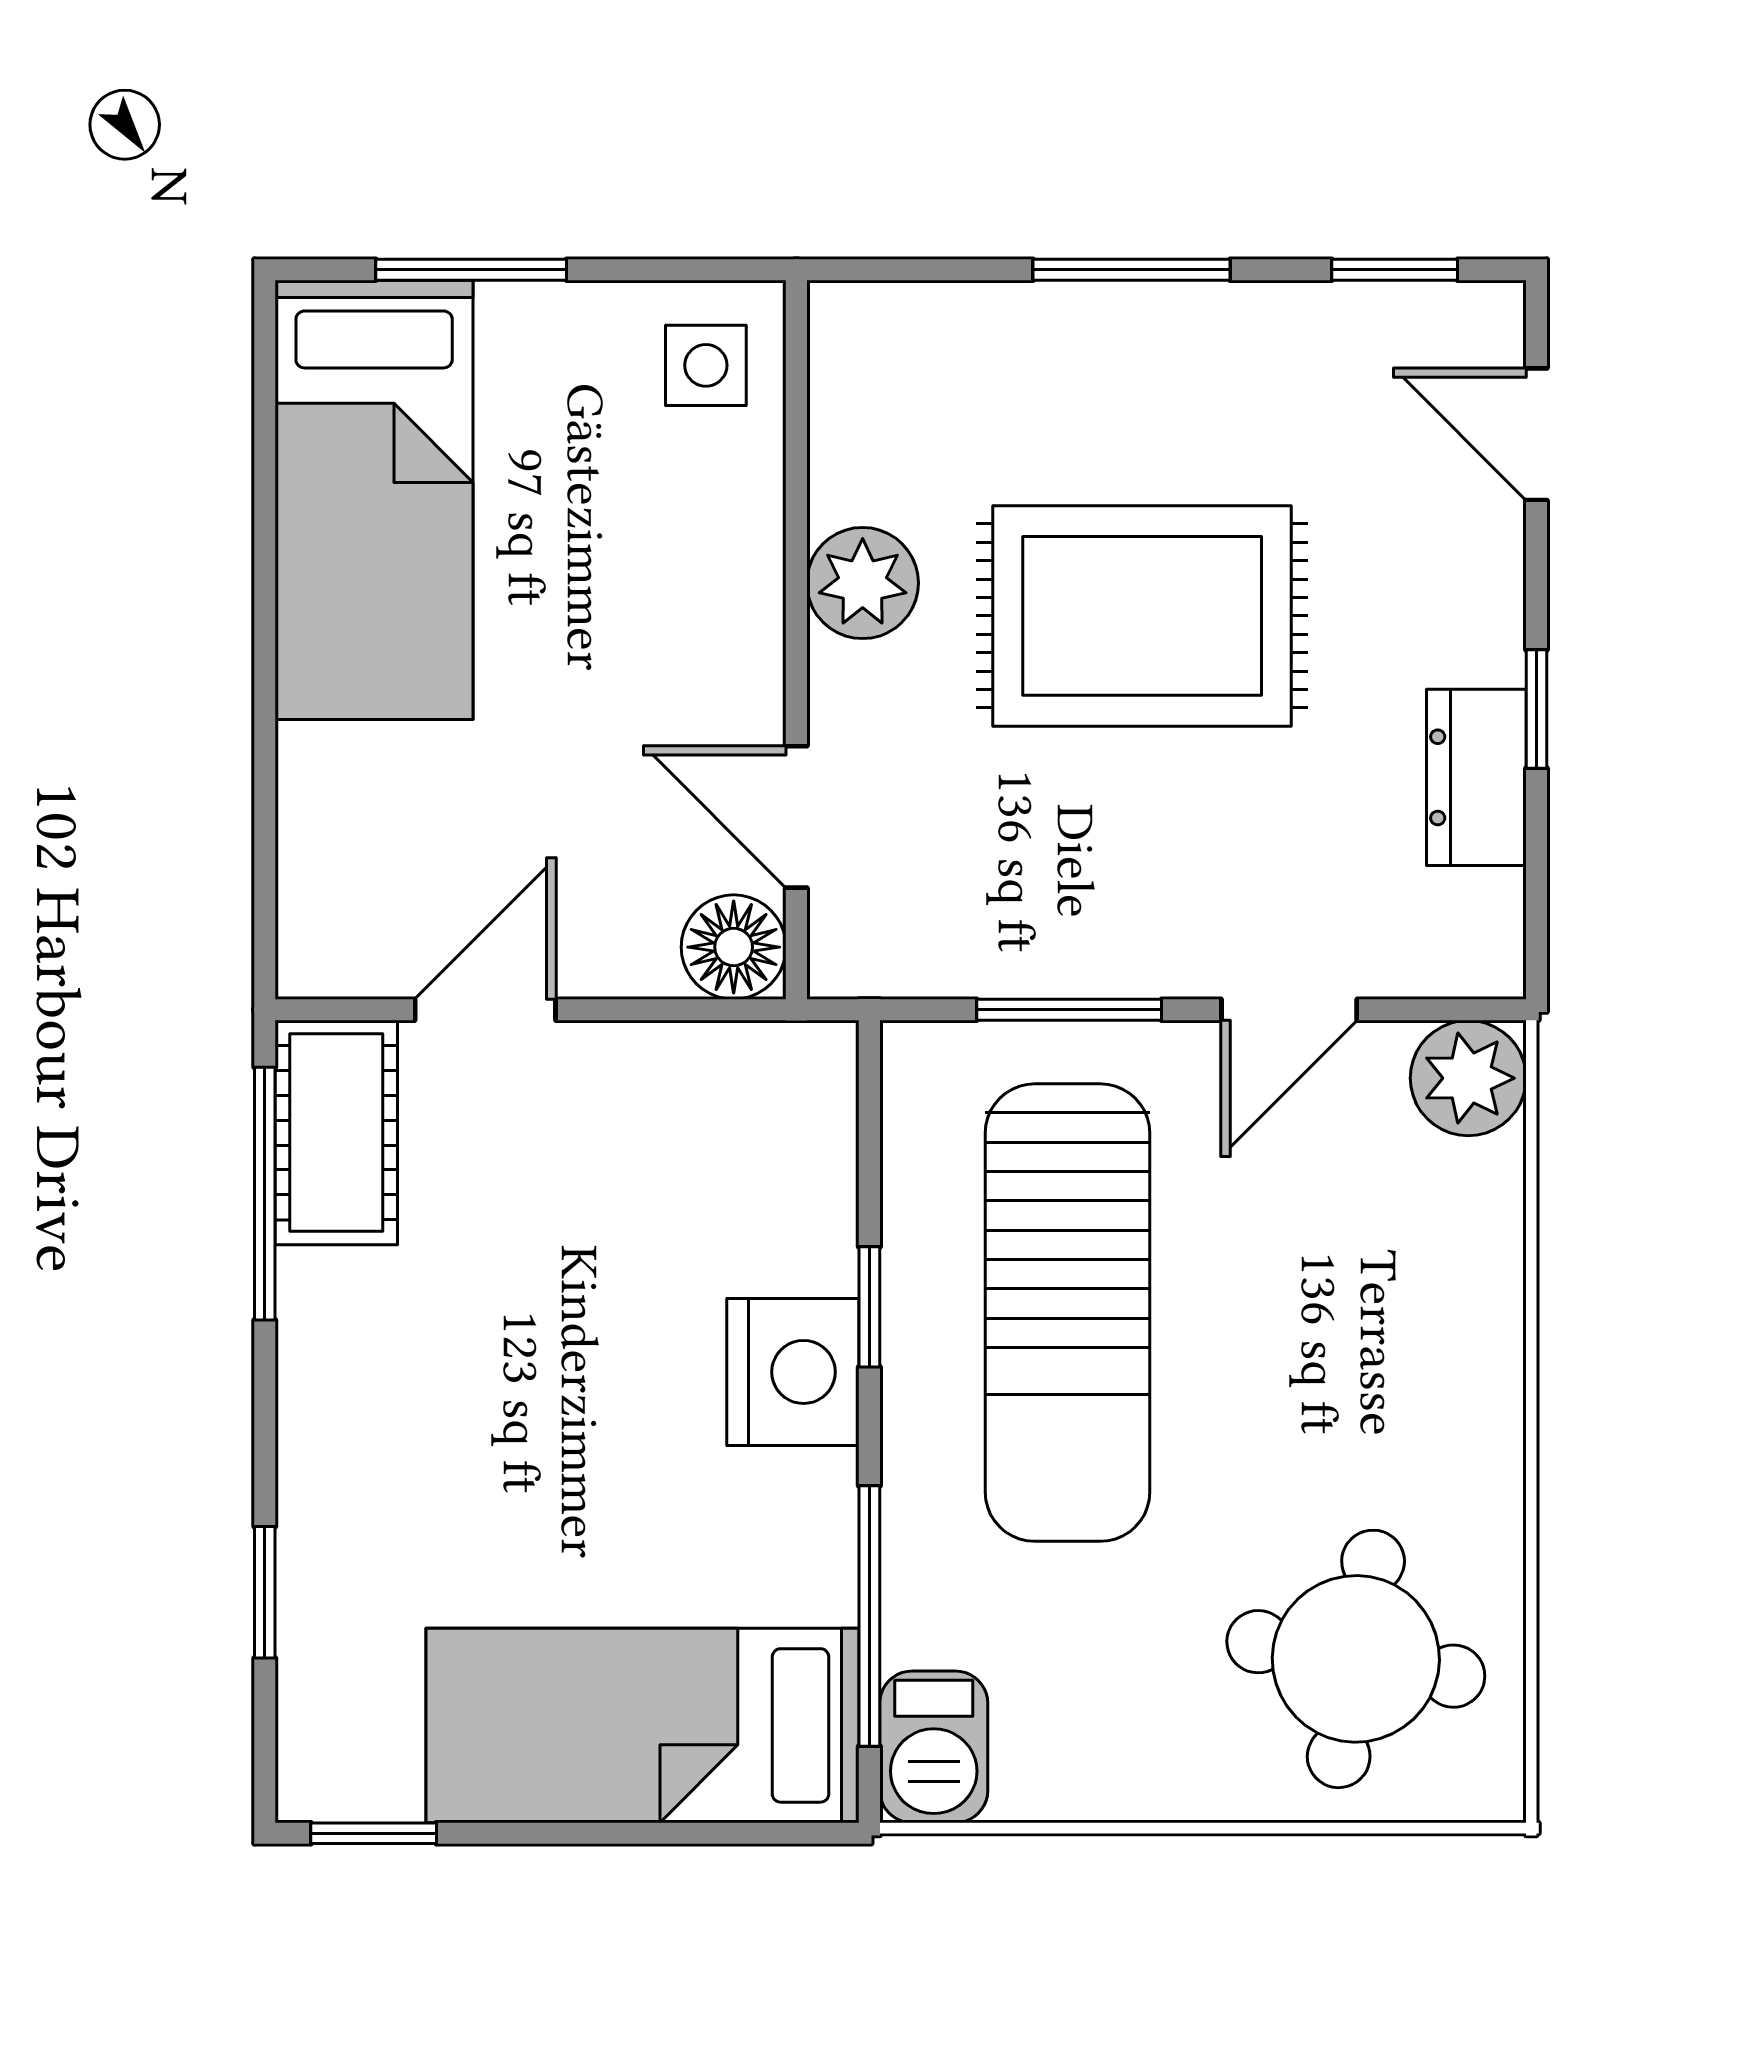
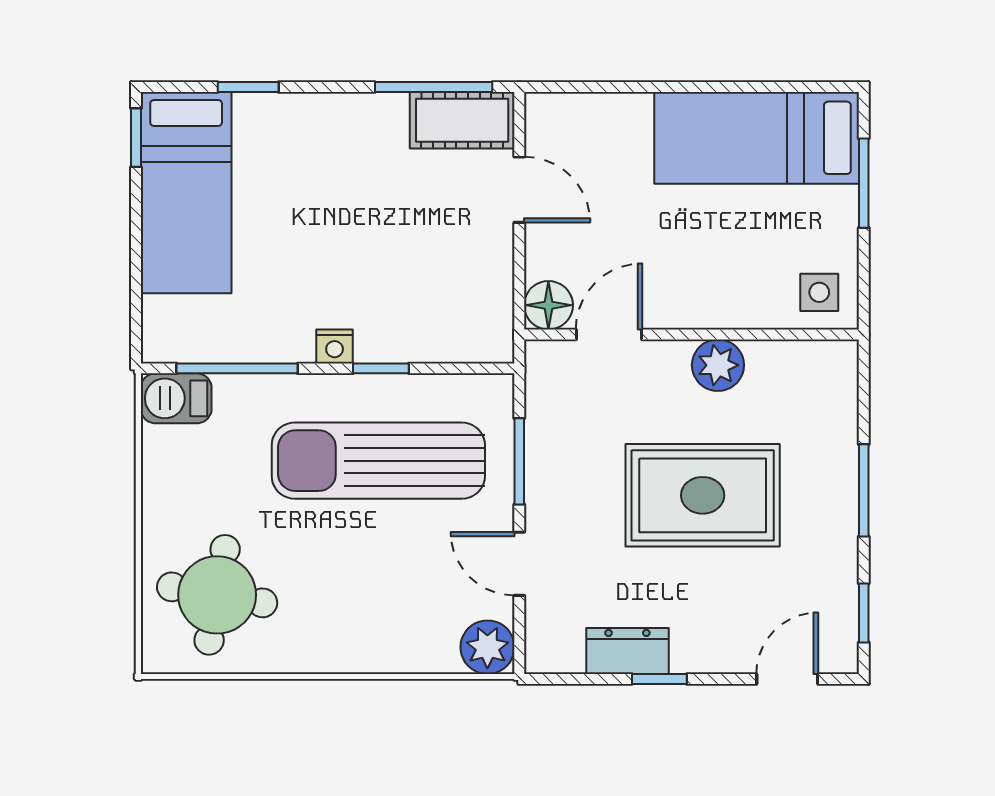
rug: (1142, 616) -> (703, 495), turned 90
nightstand: (793, 1372) -> (335, 346), width x0.53, depth x0.56
bed: (643, 1725) -> (186, 193), moved, turned 180

